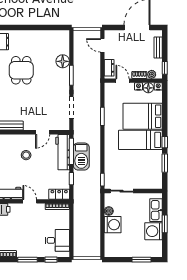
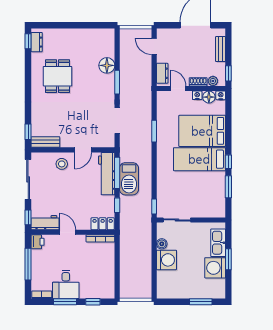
stool: (26, 155) -> (62, 164), moved
desk: (57, 240) -> (66, 284), moved, turned 90

